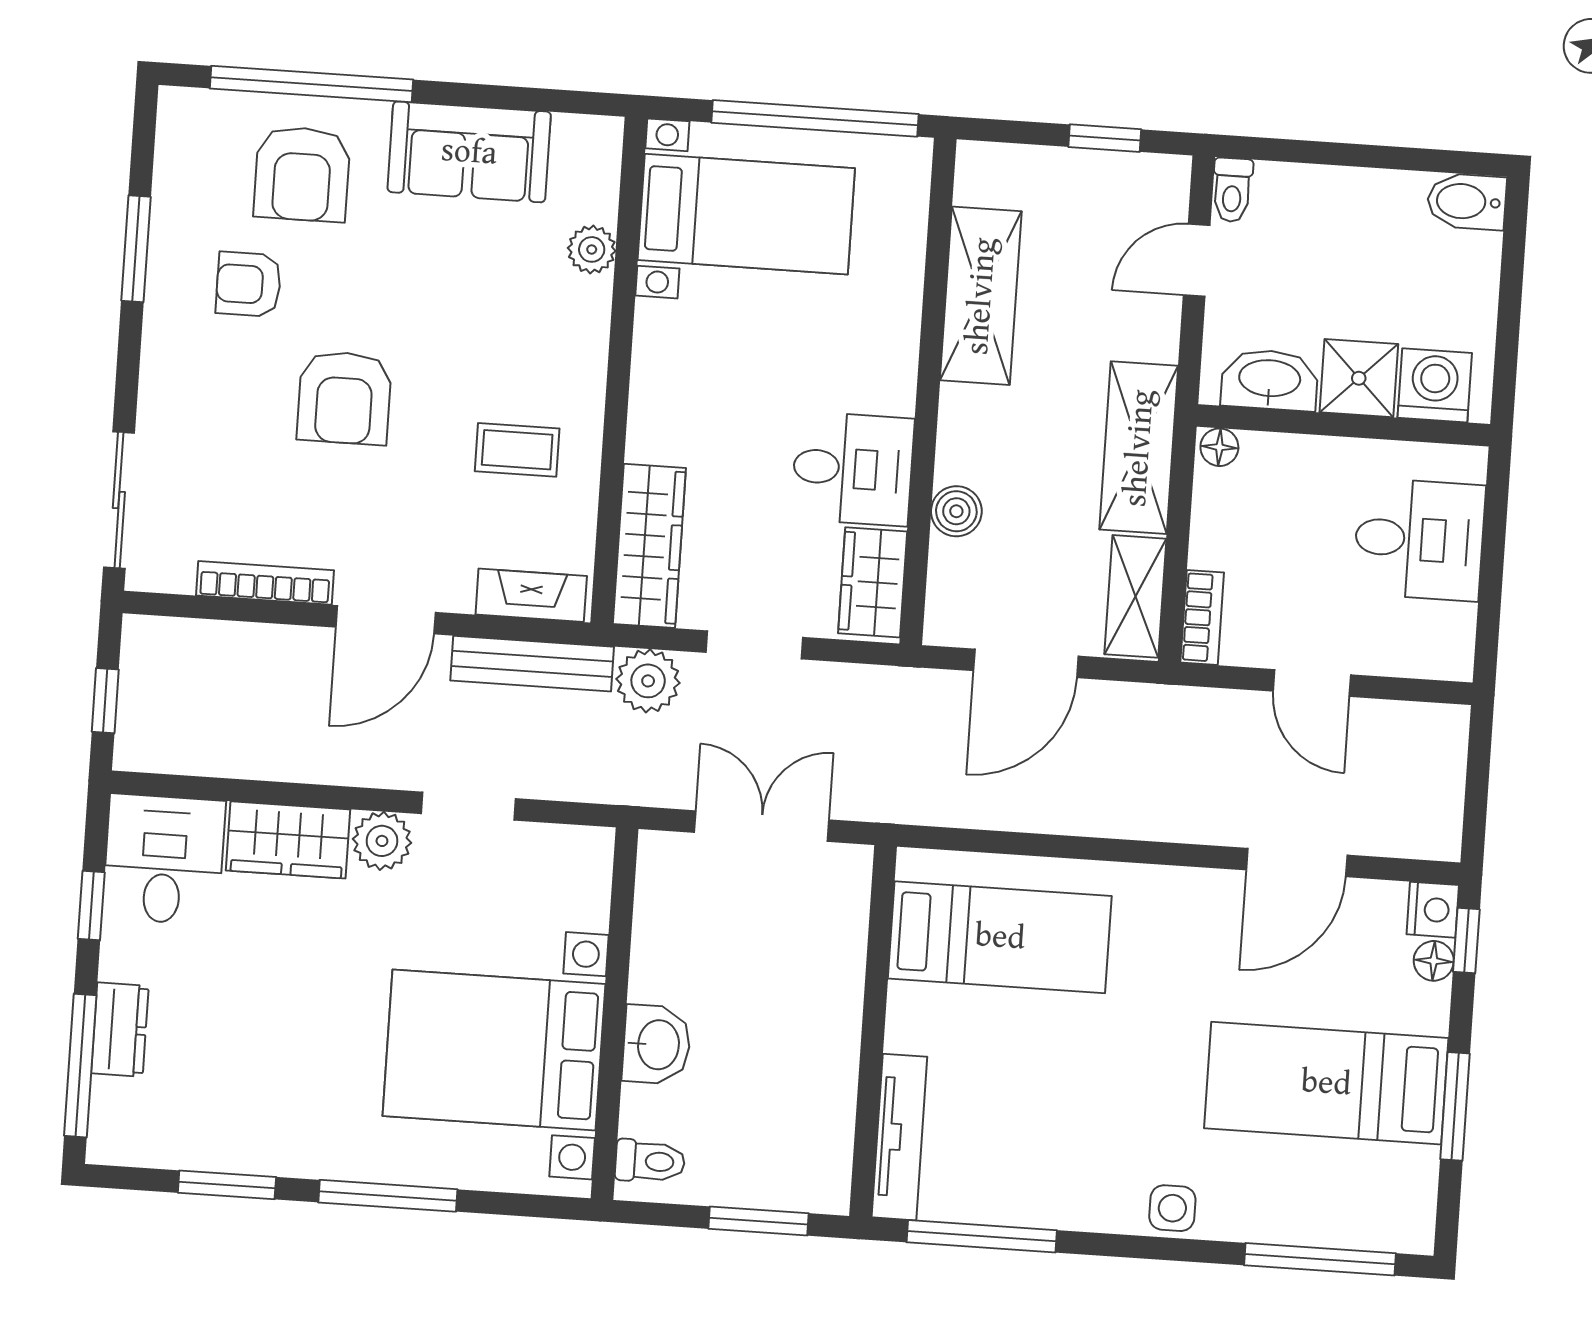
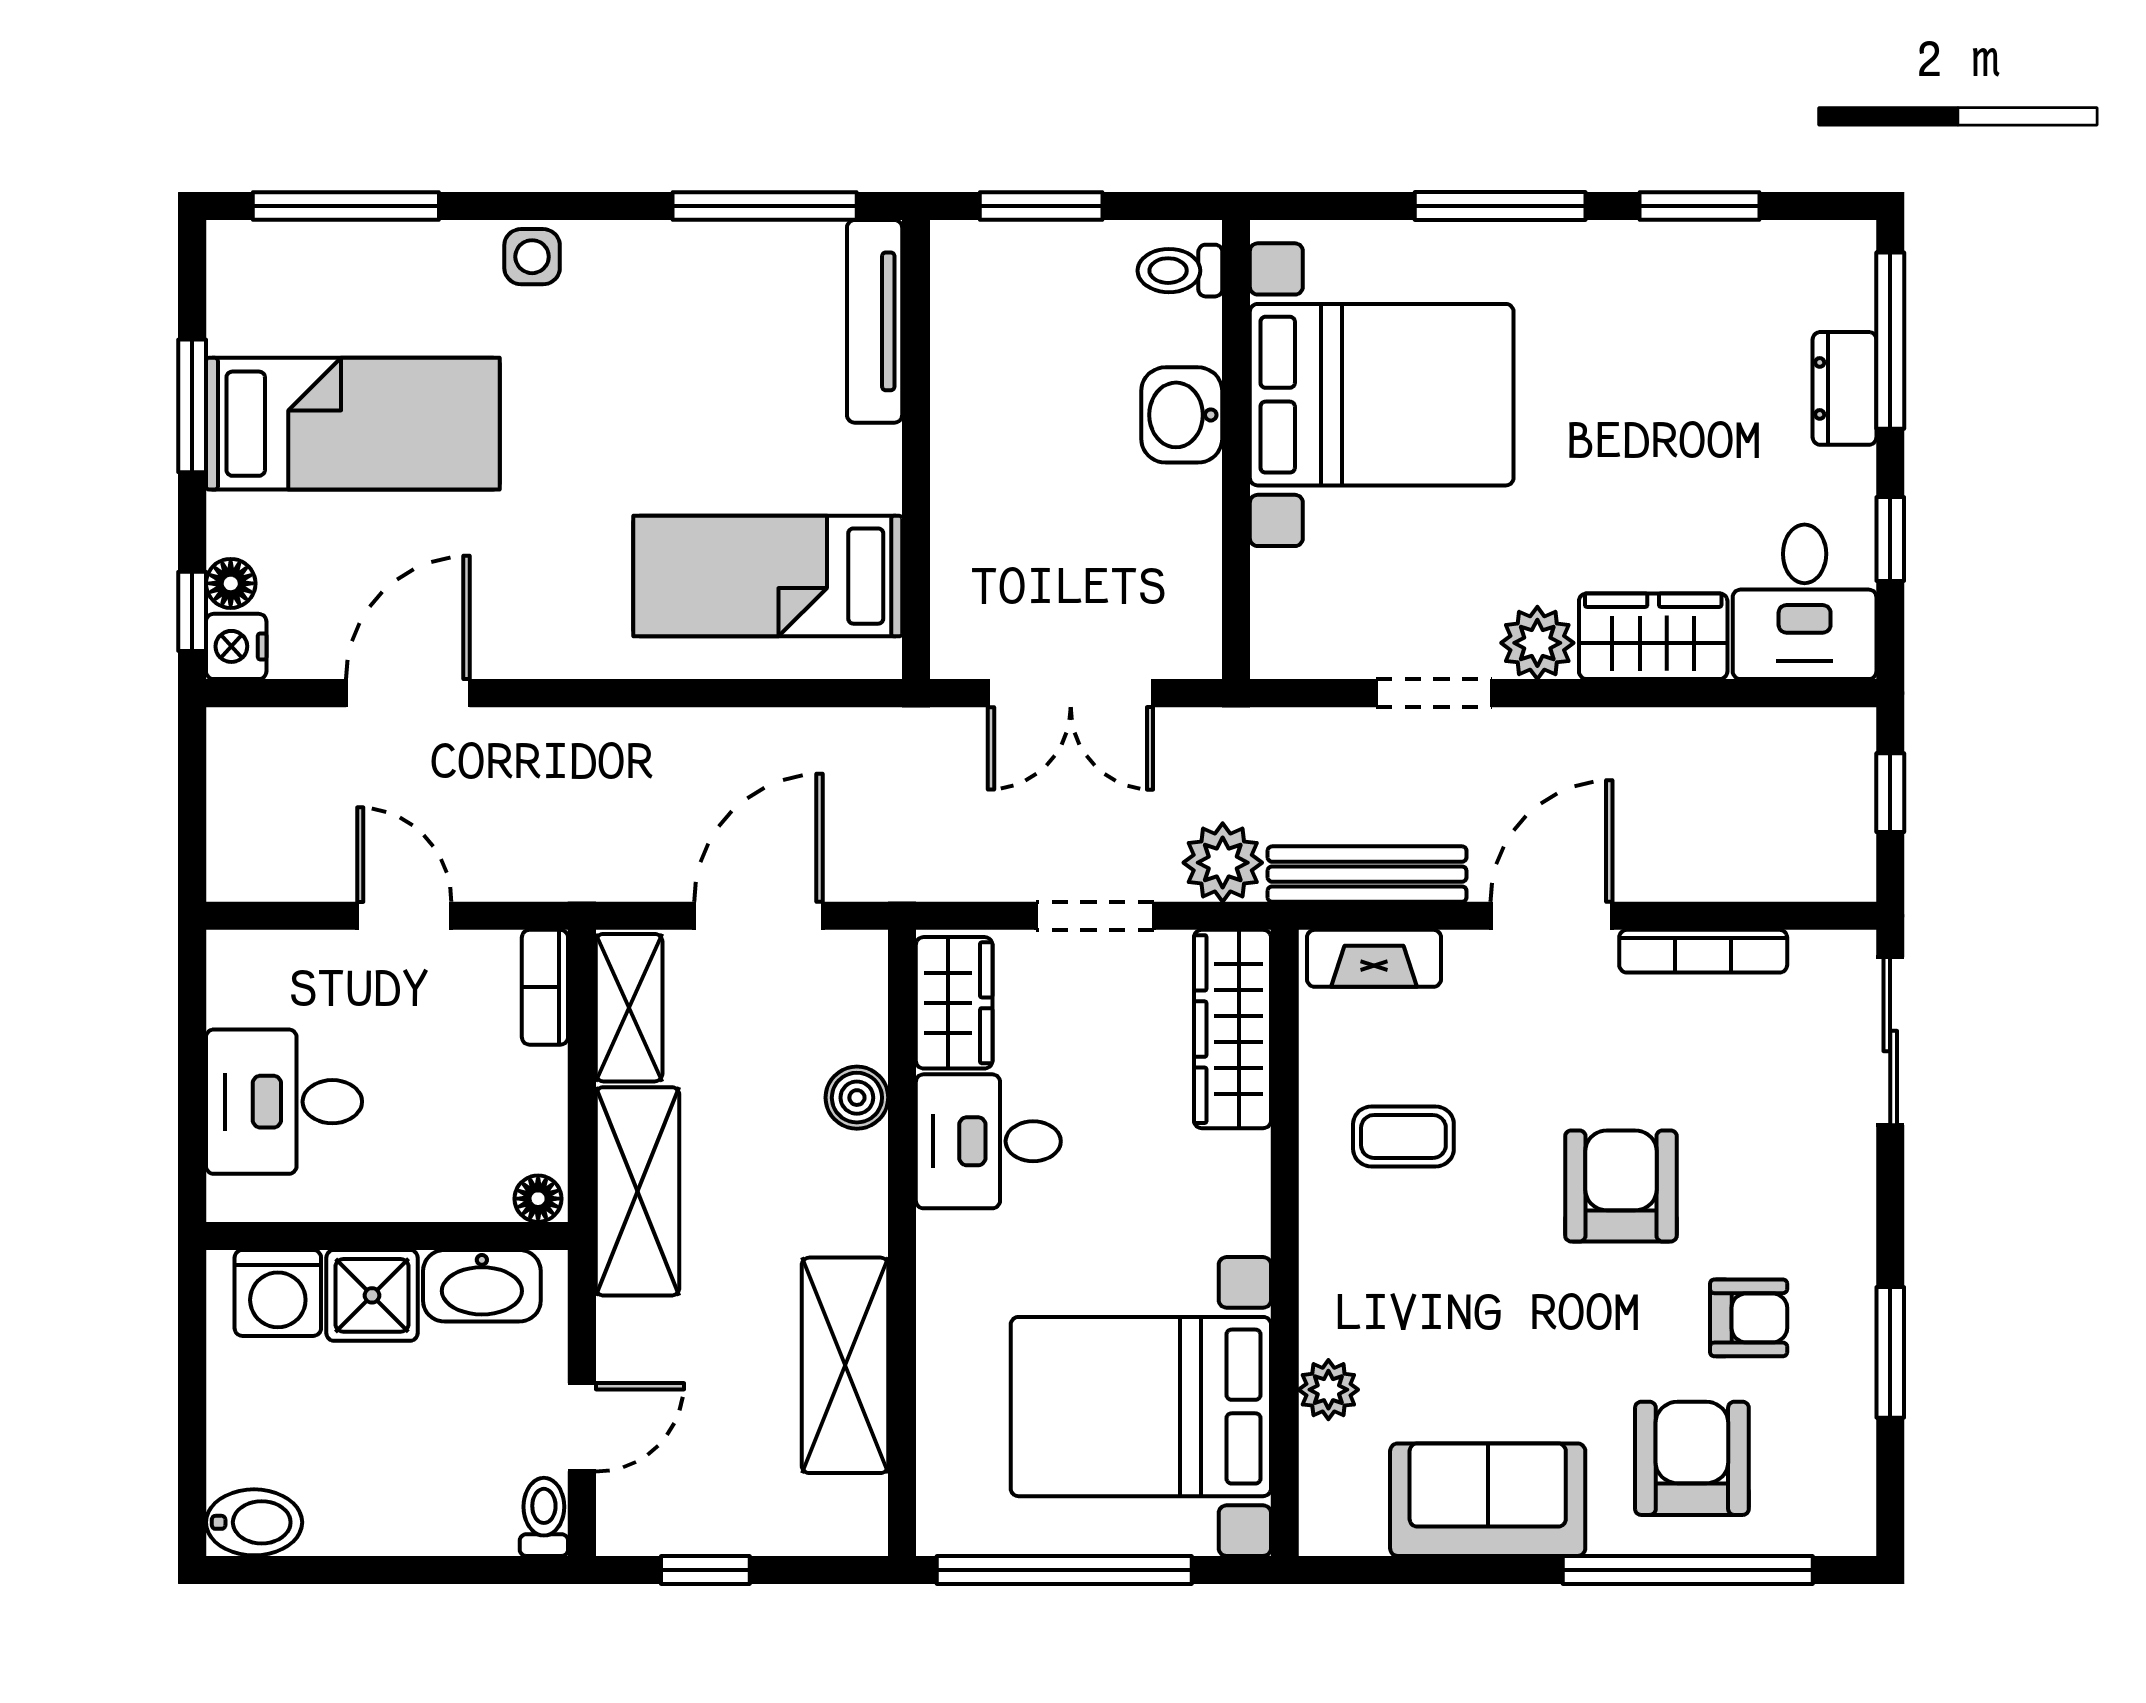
bed with nightstands: (746, 214) -> (1141, 1407), width x1.36

